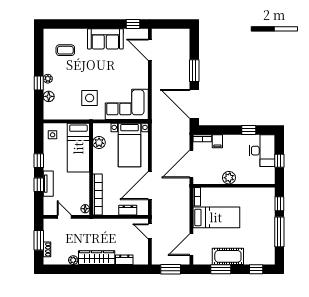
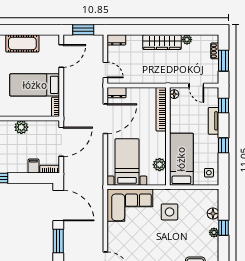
window: (39, 185) -> (224, 106), moved
dresser: (128, 210) -> (117, 93), moved
dresser: (124, 260) -> (116, 40), moved
window: (221, 269) -> (30, 30), removed

